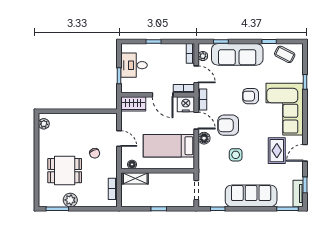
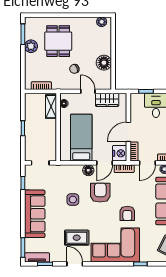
armchair: (251, 96) -> (127, 213), turned 180
wardrobe: (133, 104) -> (107, 100), moved, turned -90
floor lamp: (88, 121) -> (104, 63), added
door: (119, 139) -> (88, 91), swing flipped

